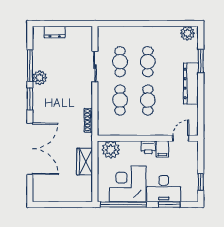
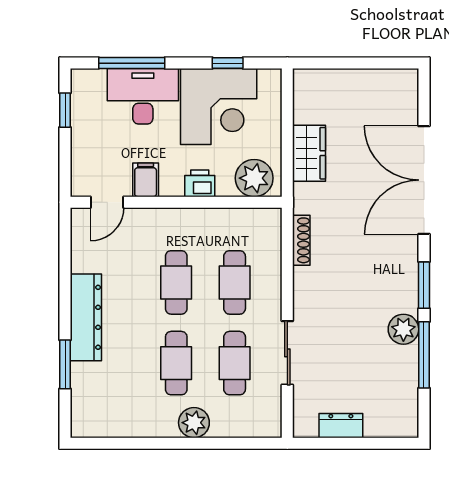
dresser: (55, 32) -> (341, 426), moved
plant: (187, 33) -> (194, 423), moved
printer: (148, 147) -> (200, 183), moved
window: (123, 205) -> (228, 63), width x0.32
window: (169, 205) -> (132, 63), width x1.44

